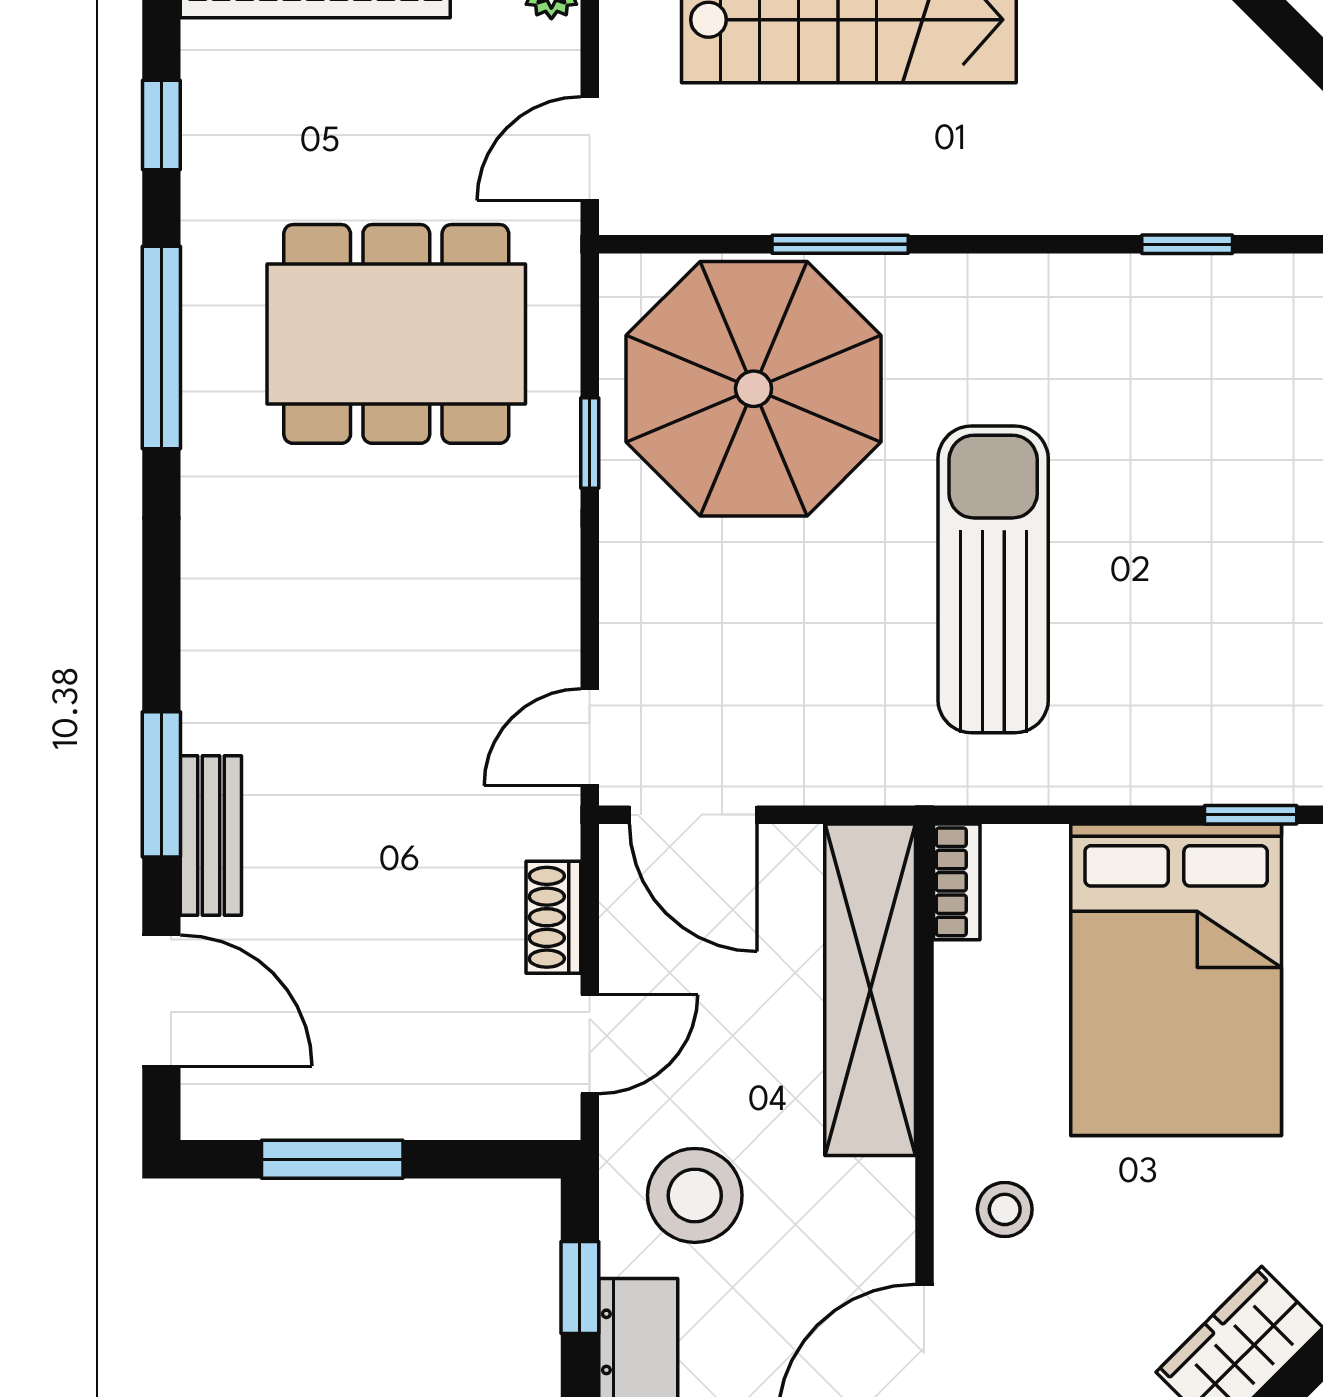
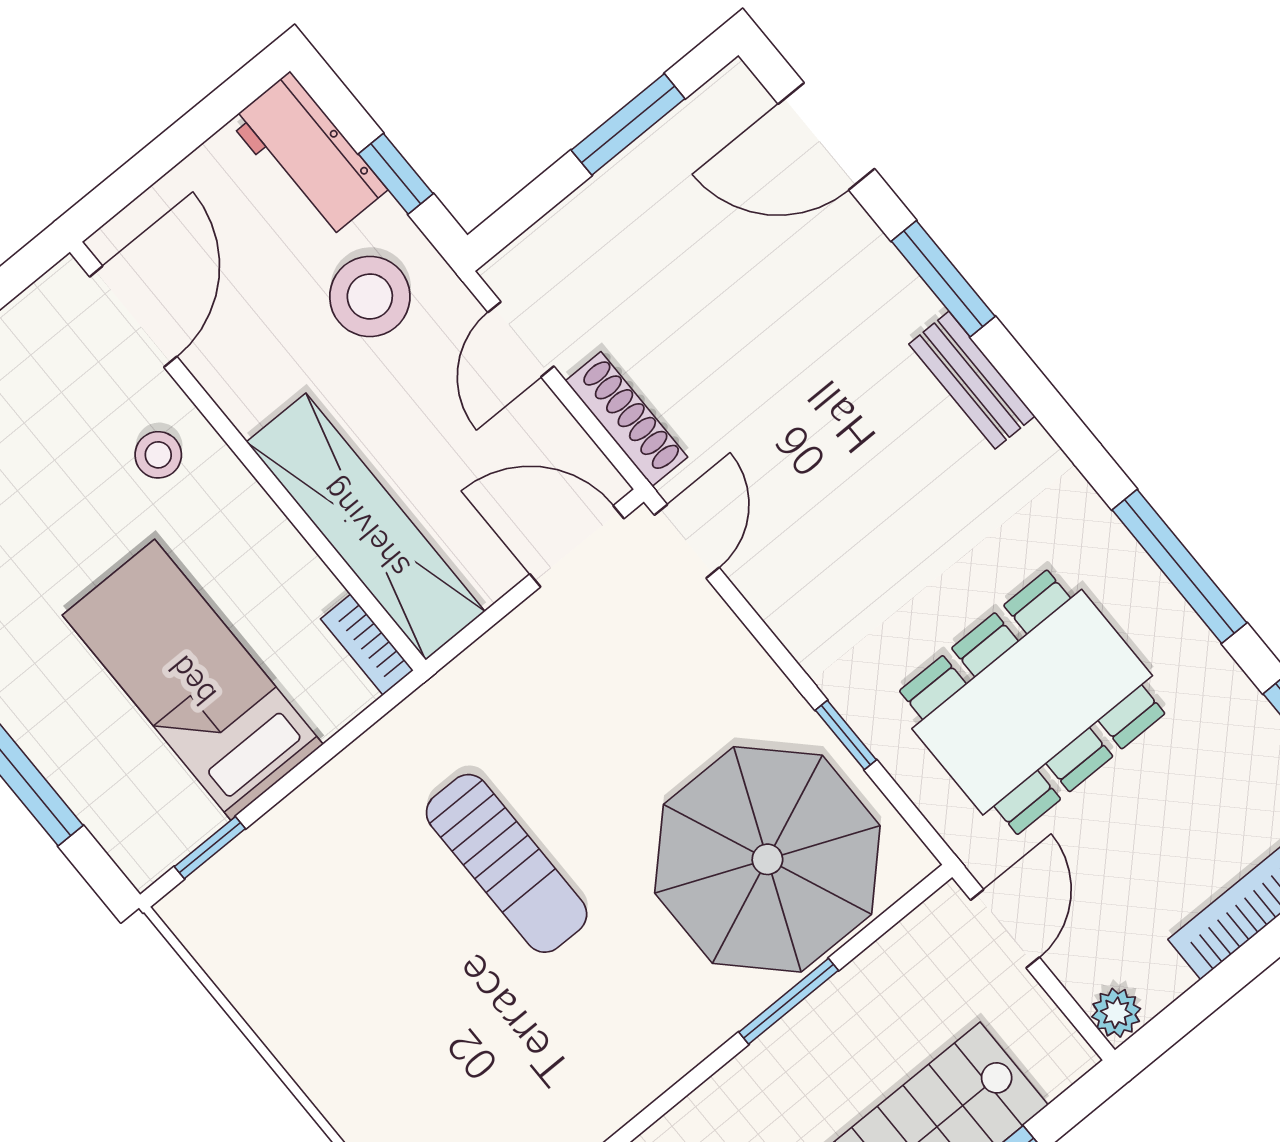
sun lounger: (993, 579) -> (507, 863), width x0.73, depth x0.75
bench: (211, 836) -> (972, 380), moved
shoe rack: (553, 917) -> (626, 419), width x1.43
bed: (1176, 980) -> (193, 680), width x0.67

